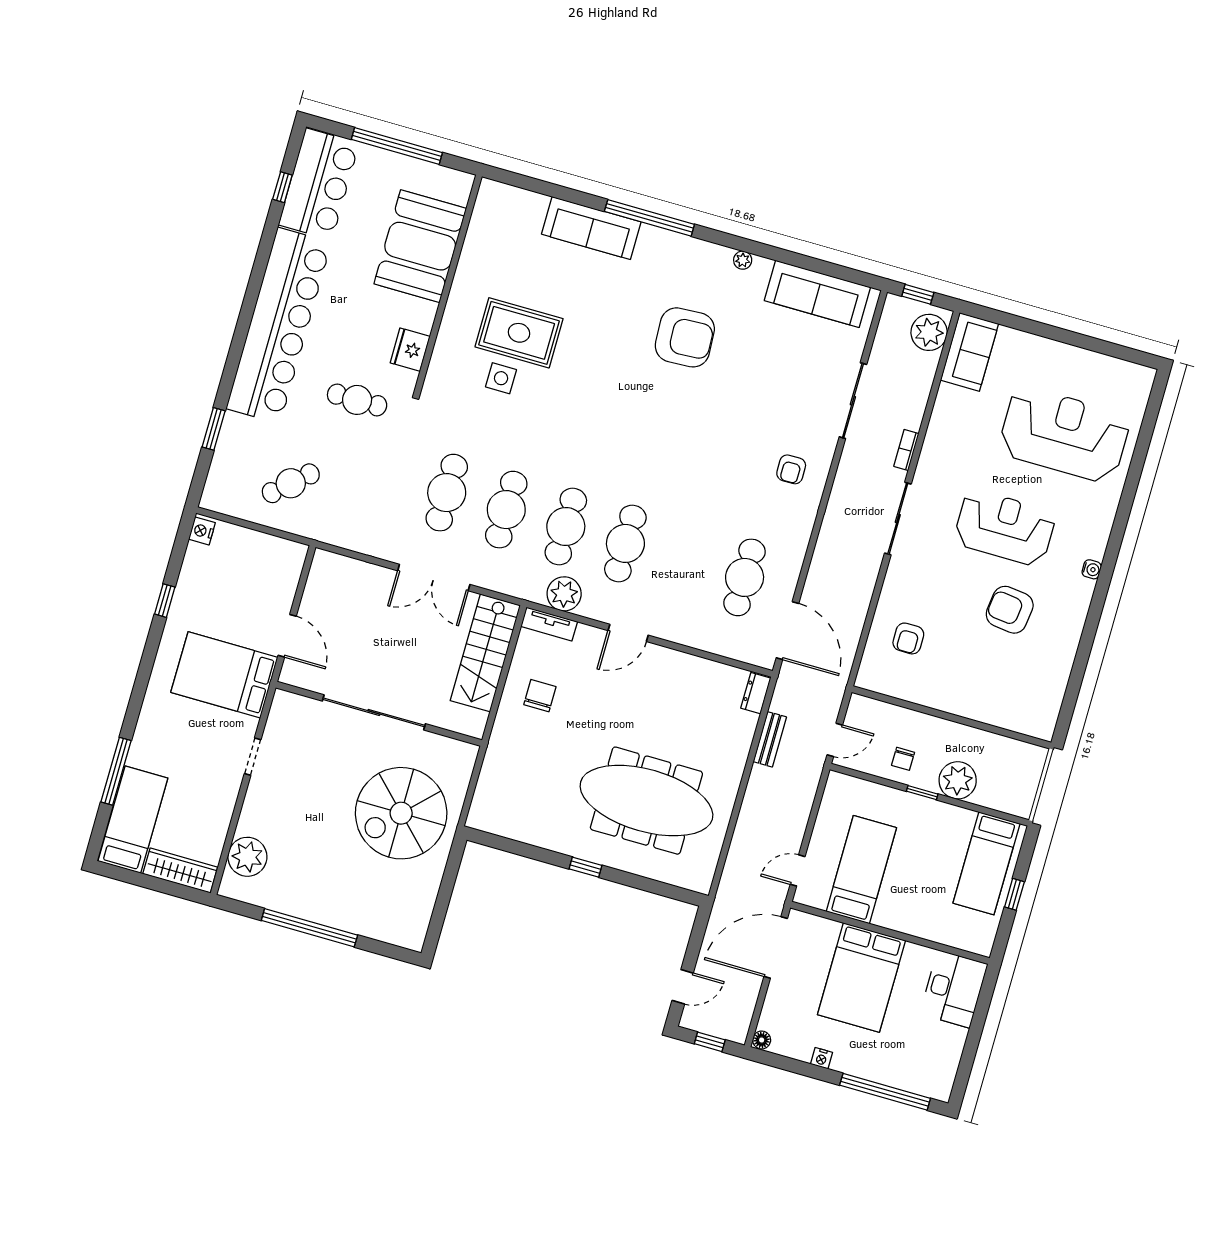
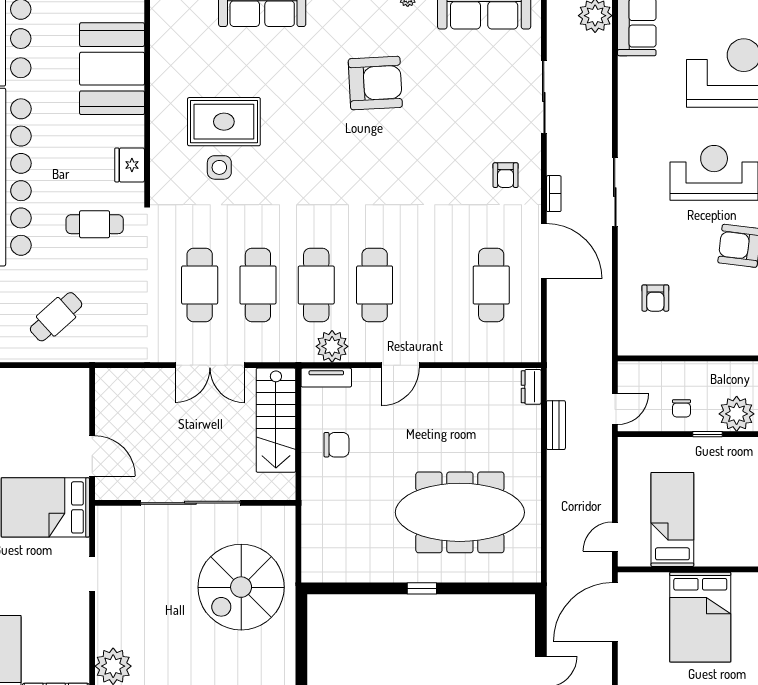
bookcase: (906, 450) -> (554, 194), moved, turned 180
door: (787, 631) -> (544, 251), moved
chair: (540, 696) -> (336, 445), turned 90

